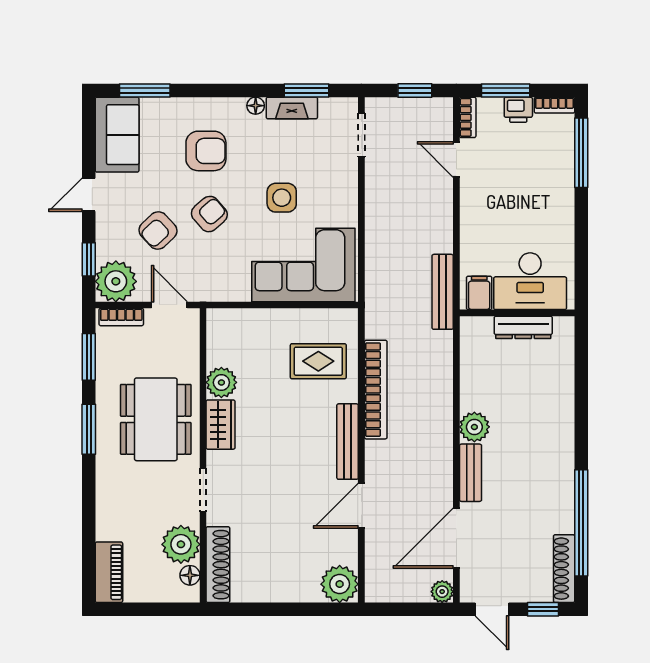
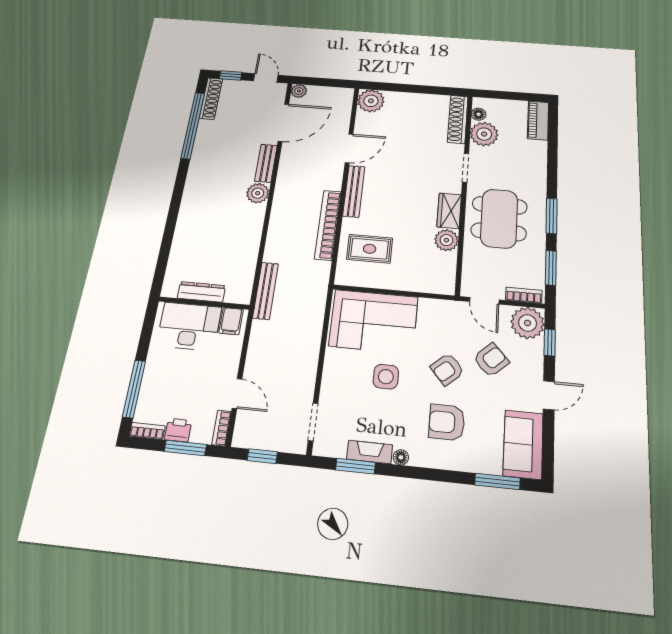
desk: (530, 281) -> (189, 326), moved
filing cabinet: (479, 293) -> (231, 321), moved
wall: (517, 313) -> (204, 303), moved
dresser: (523, 327) -> (201, 292), moved

